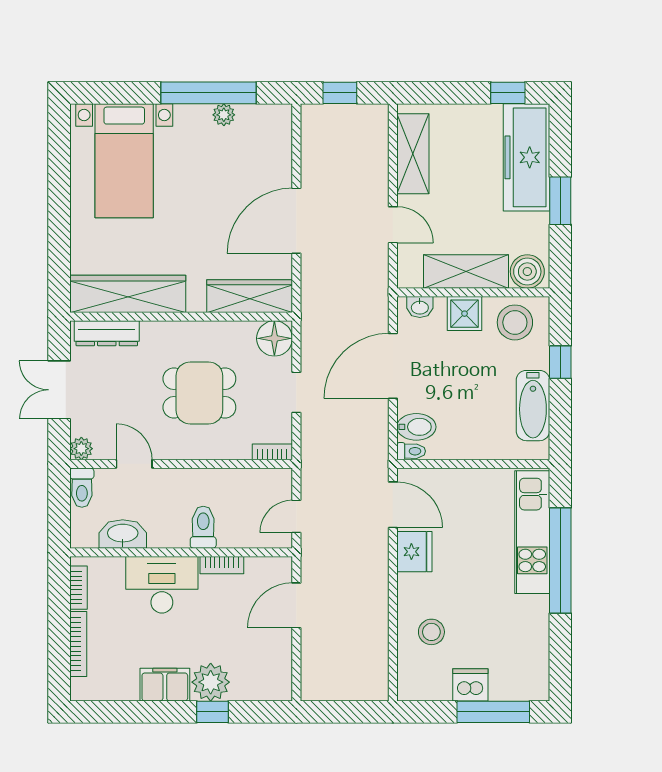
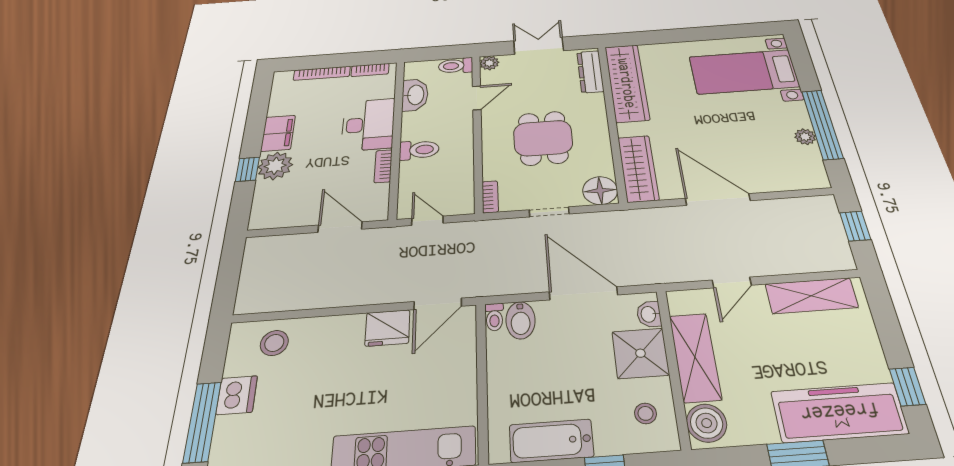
shower: (465, 314) -> (640, 353), width x1.36, depth x1.36
stool: (515, 322) -> (646, 413), width x0.53, depth x0.53
stool: (431, 632) -> (274, 343), moved

